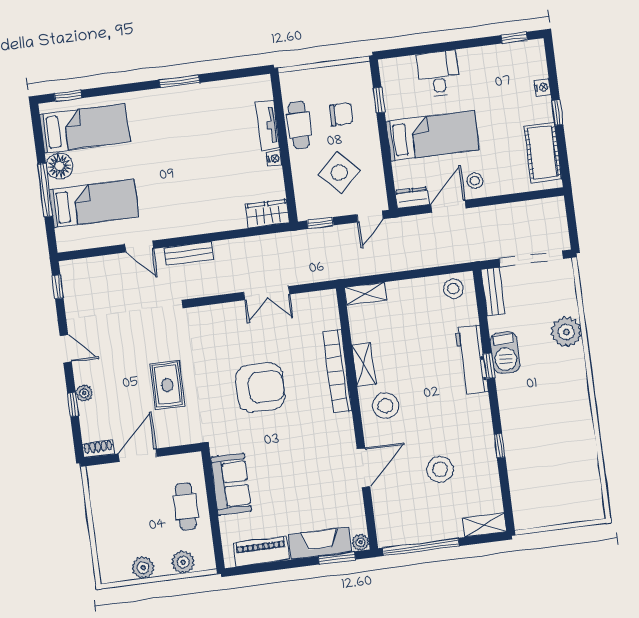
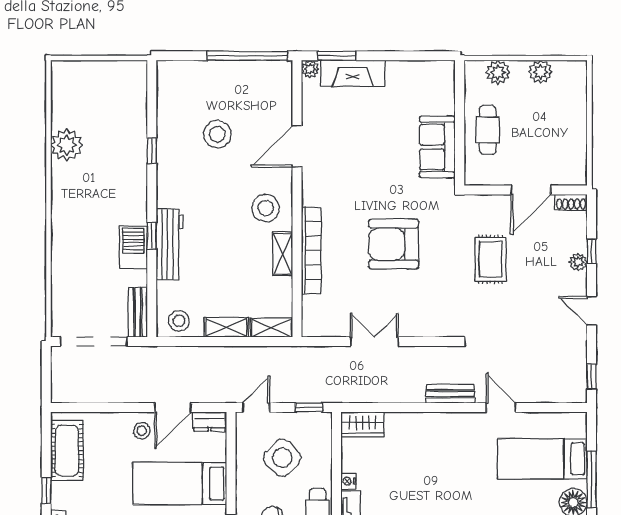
plant: (566, 332) -> (67, 145), moved
shelving: (484, 525) -> (226, 327), moved
piano: (261, 551) -> (415, 73), removed

